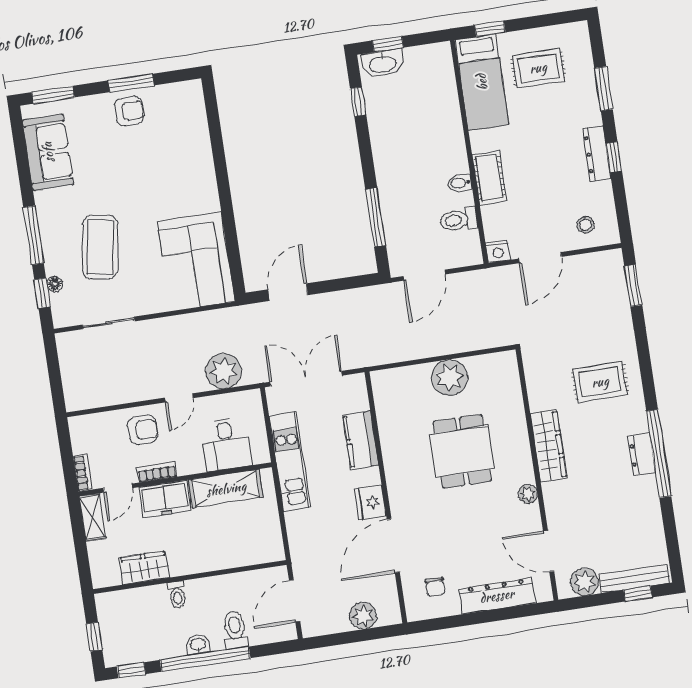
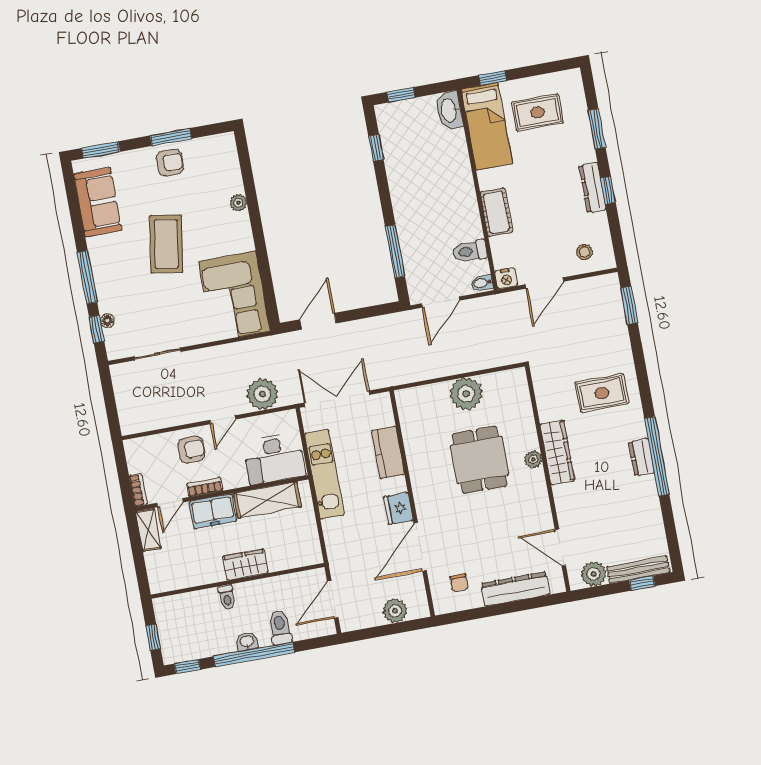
washbasin: (383, 64) -> (449, 110), moved, turned 90
plant: (204, 158) -> (238, 203), added
bidet: (460, 183) -> (482, 283), moved
coffee table: (100, 247) -> (166, 244), moved
desk: (226, 444) -> (274, 459), width x1.37
plant: (528, 494) -> (533, 459), moved
wardrobe: (144, 568) -> (245, 565), moved

